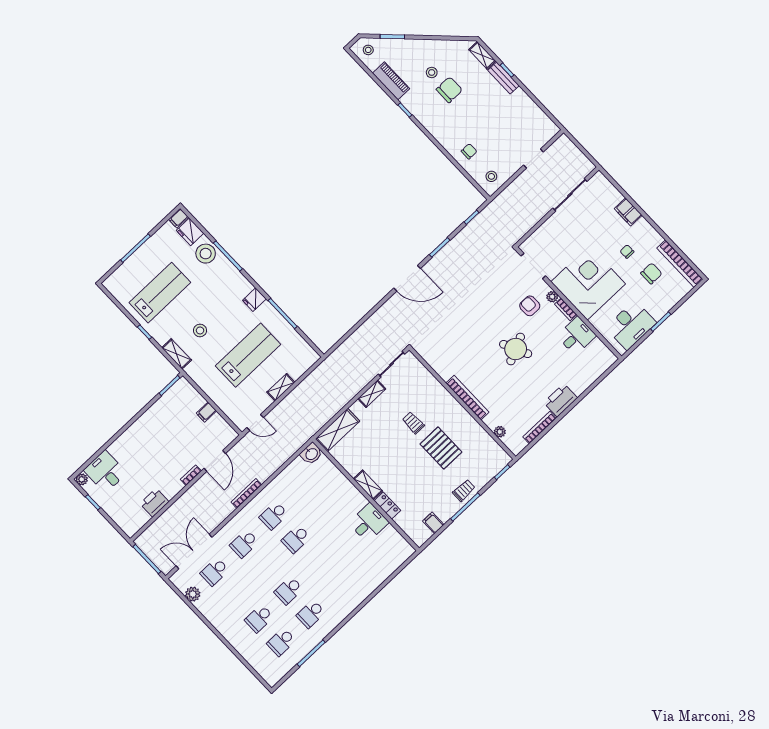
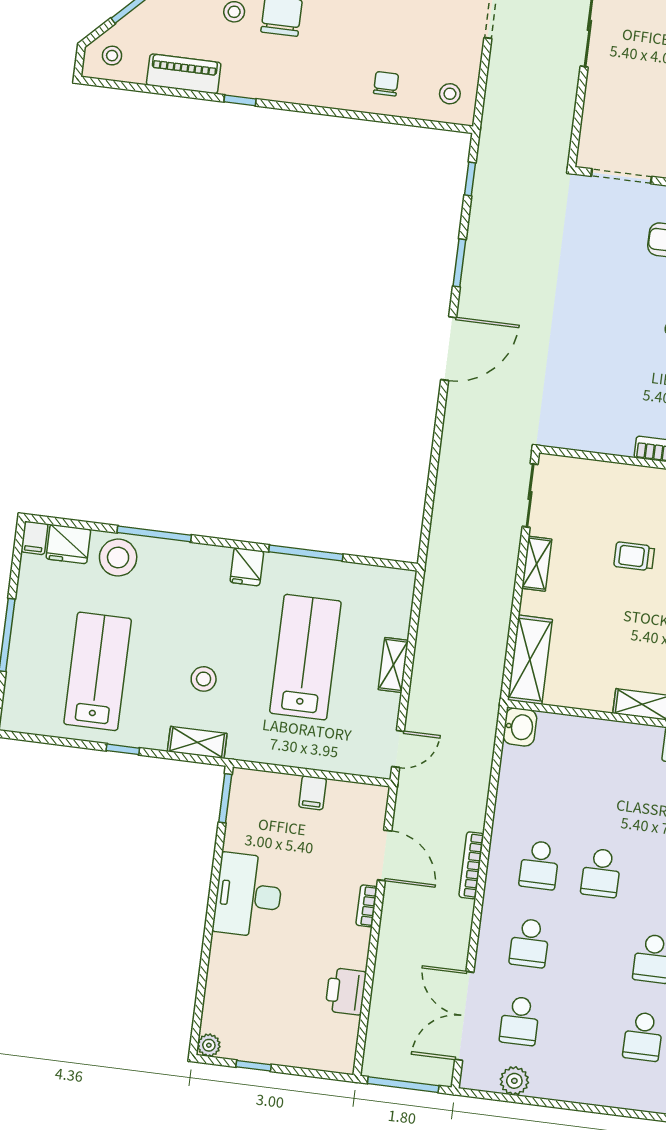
desk: (105, 472) -> (248, 895), moved, width x1.37

